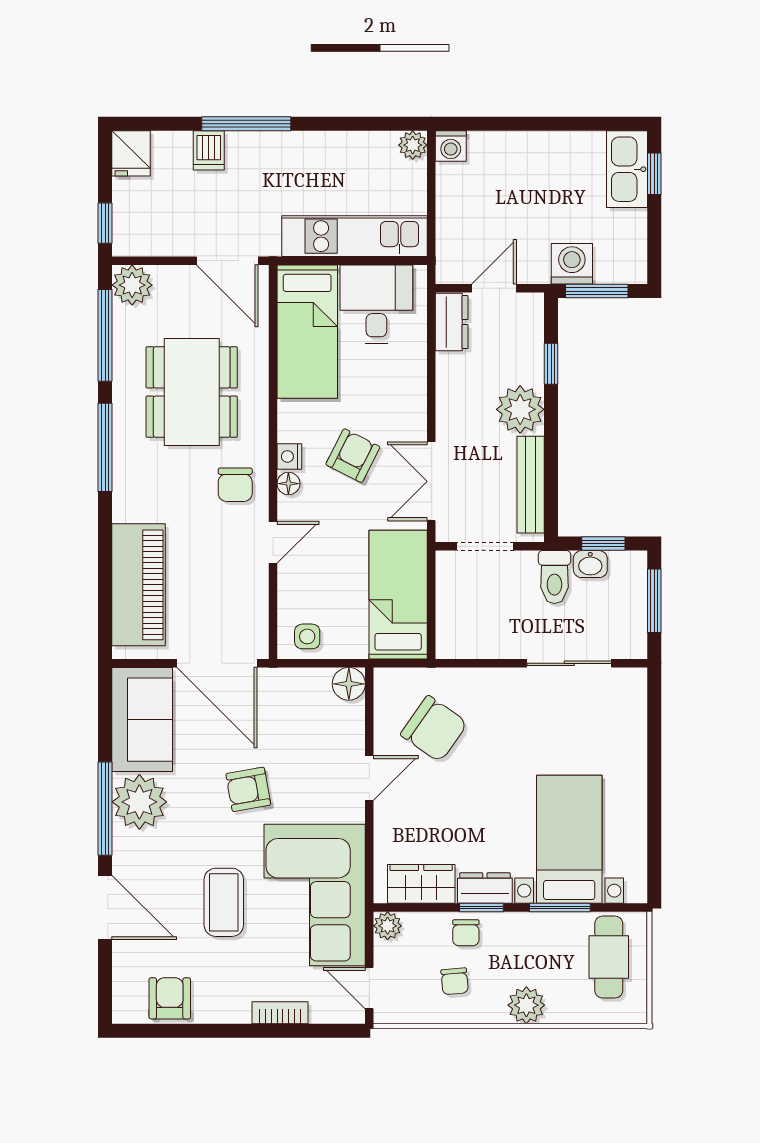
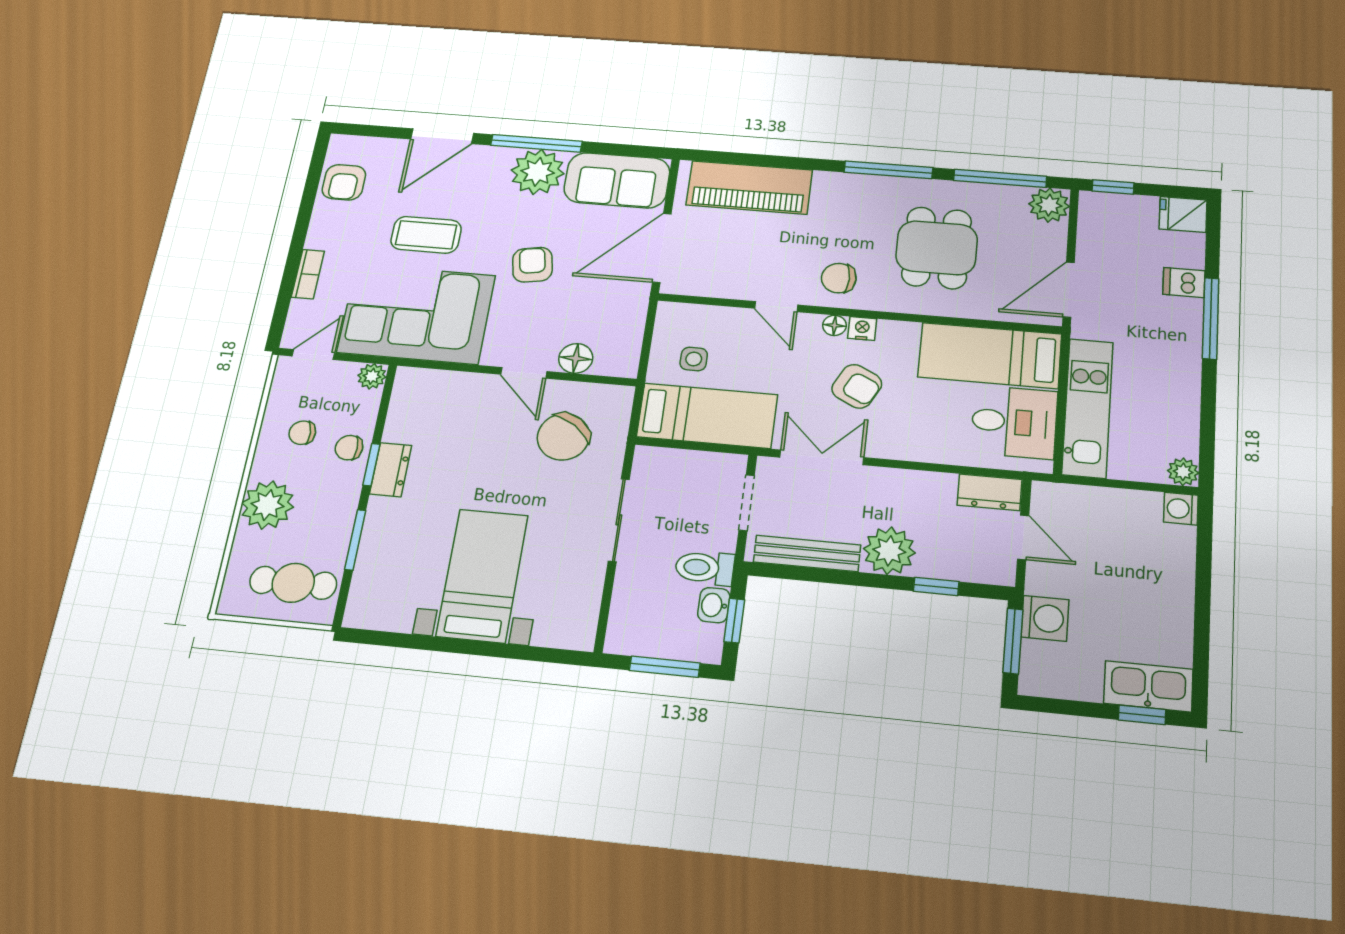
dining table: (192, 392) -> (937, 248), width x0.73
side table: (307, 636) -> (694, 359), moved
sliding door: (569, 663) -> (619, 520), moved
floor lamp: (349, 684) -> (576, 358), moved
bed with nightstands: (569, 839) -> (482, 575), moved, turned -90
wardrobe: (421, 884) -> (407, 411), removed
armchair: (170, 998) -> (344, 182), turned 90
plant: (526, 1005) -> (267, 505), width x1.36, depth x1.36

